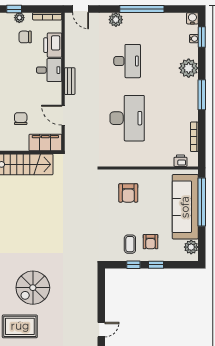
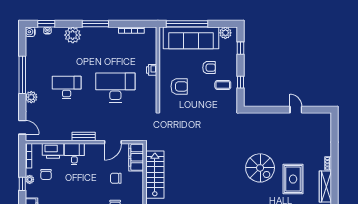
door: (81, 9) -> (22, 127), hinge flipped
printer: (180, 161) -> (152, 70), moved
armchair: (151, 242) -> (209, 68), moved
window: (156, 265) -> (240, 48), moved

